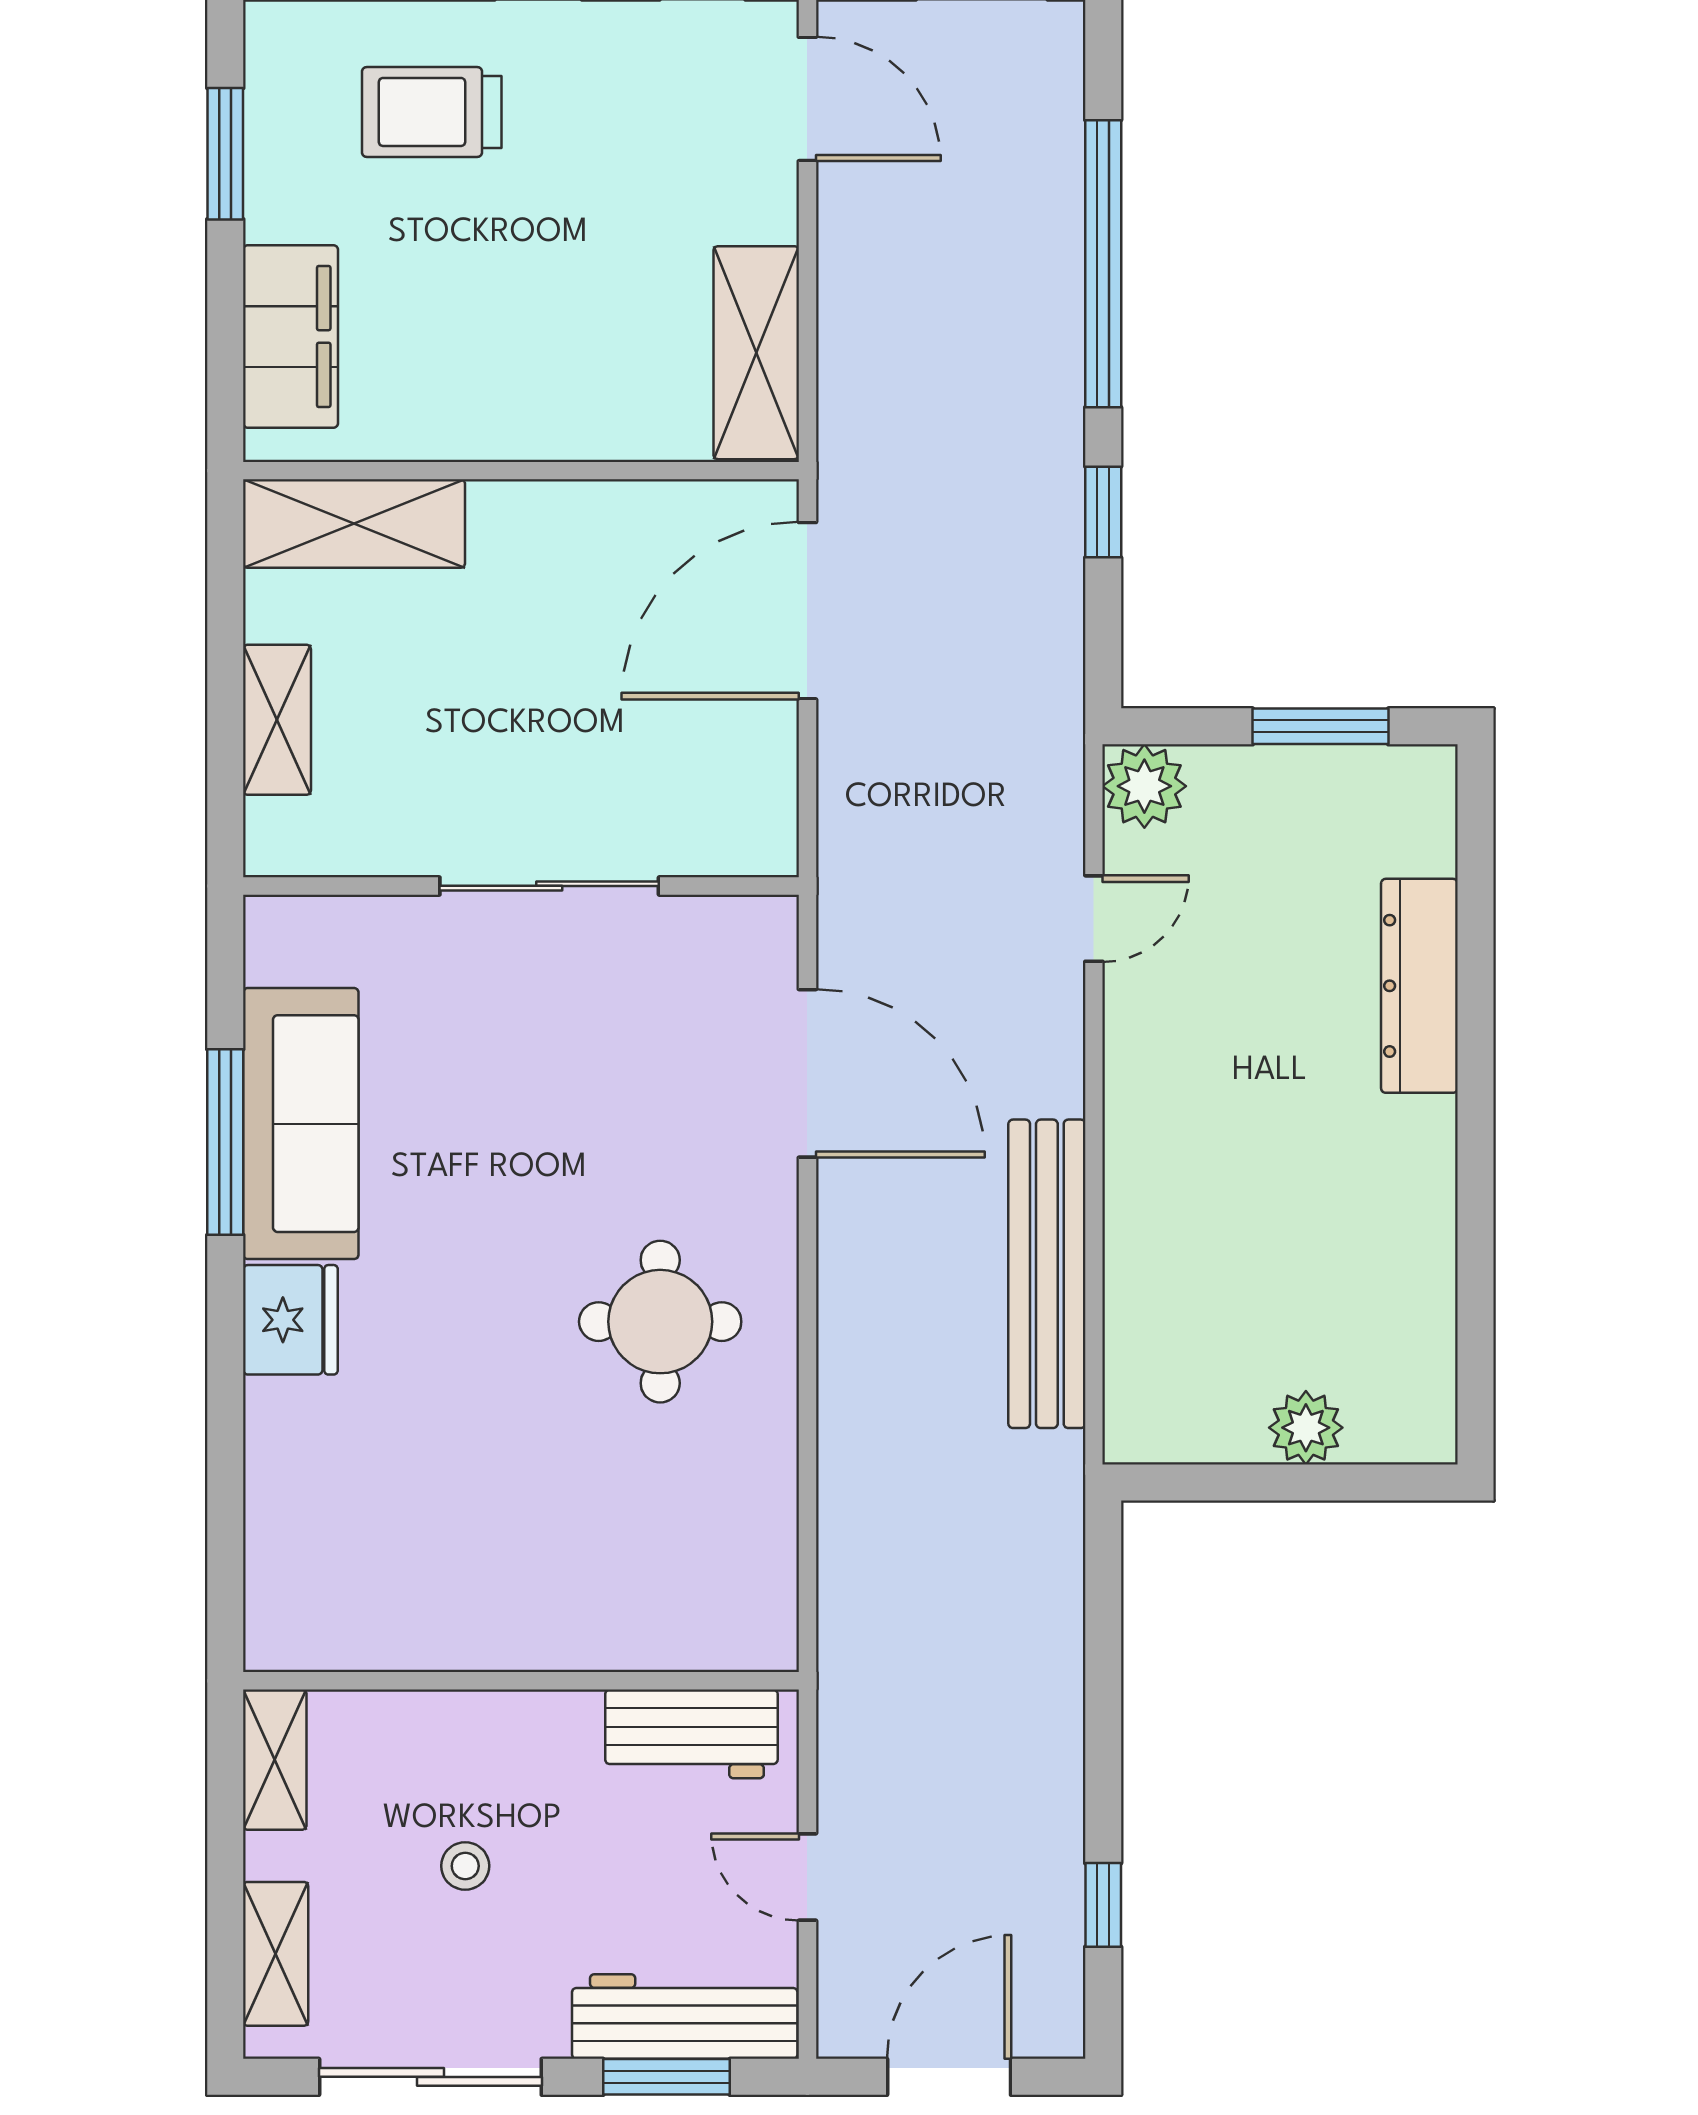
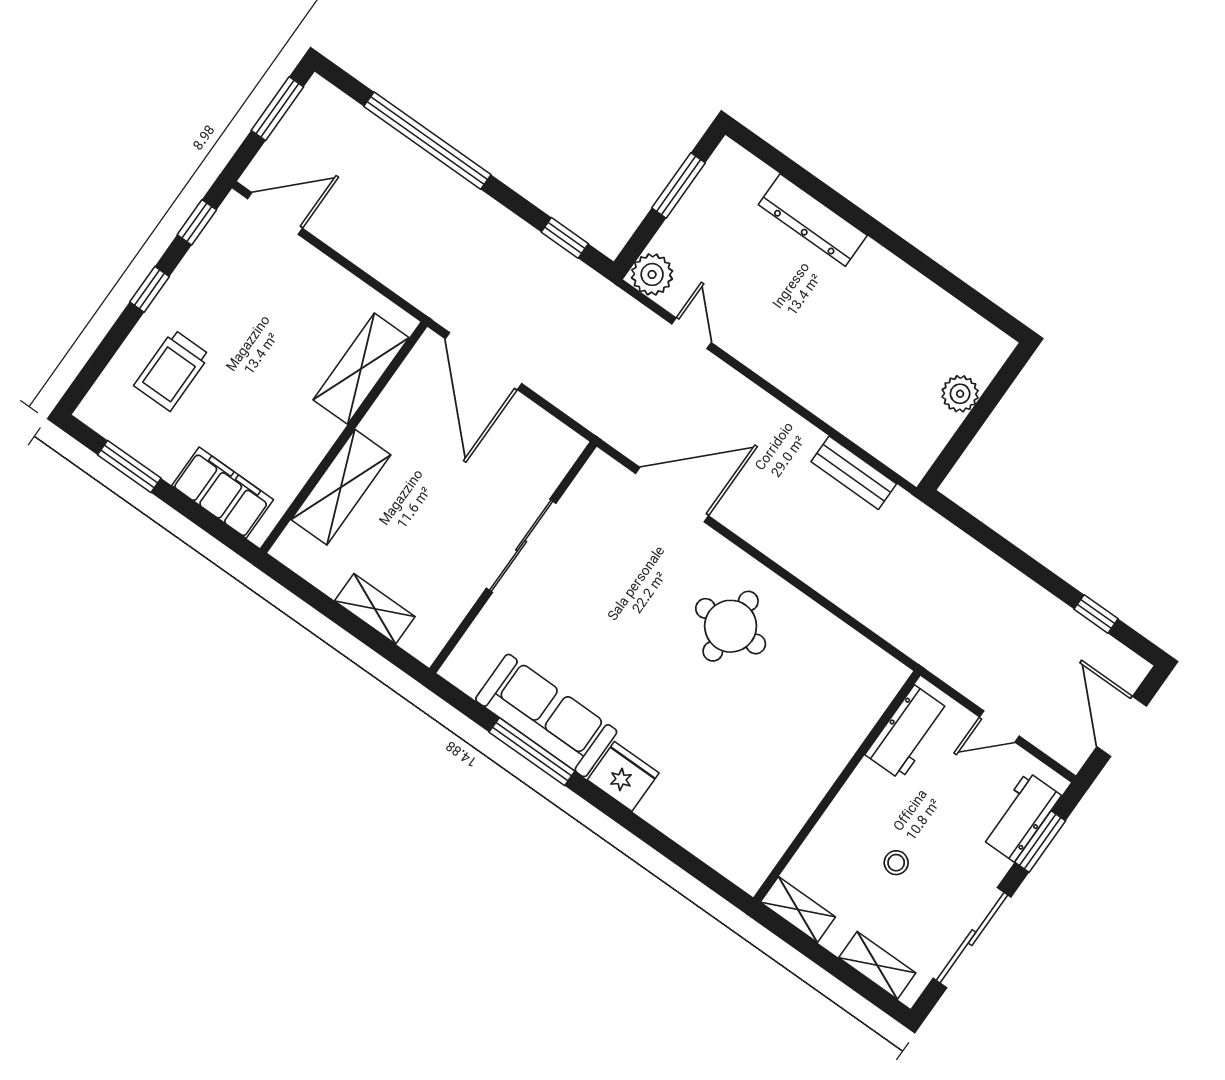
shelving: (756, 353) -> (361, 369), moved, turned 90
window: (1103, 512) -> (565, 238), moved
shelving: (354, 524) -> (341, 487), moved
bench: (1047, 1274) -> (854, 473), width x0.54, depth x0.82
workbench: (685, 2017) -> (1021, 817), width x0.73

